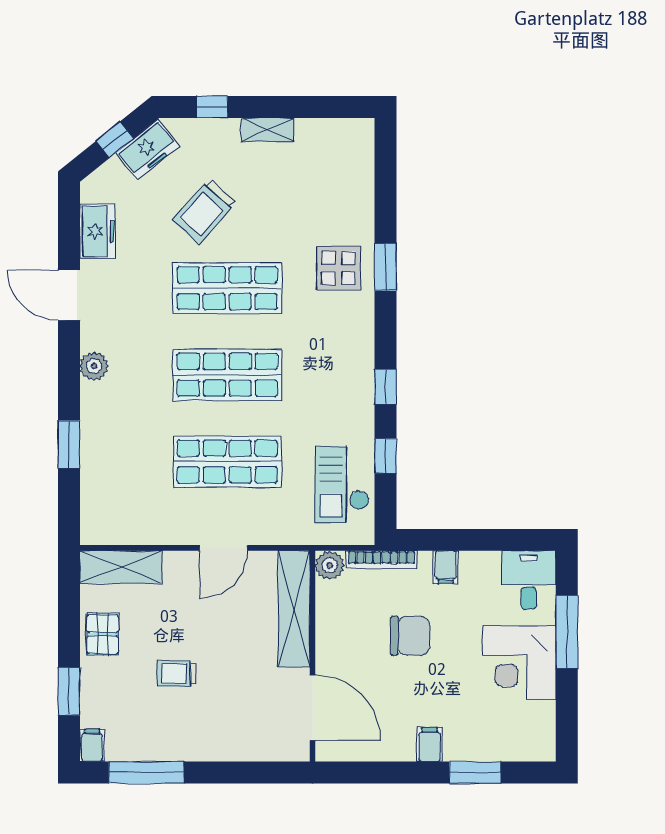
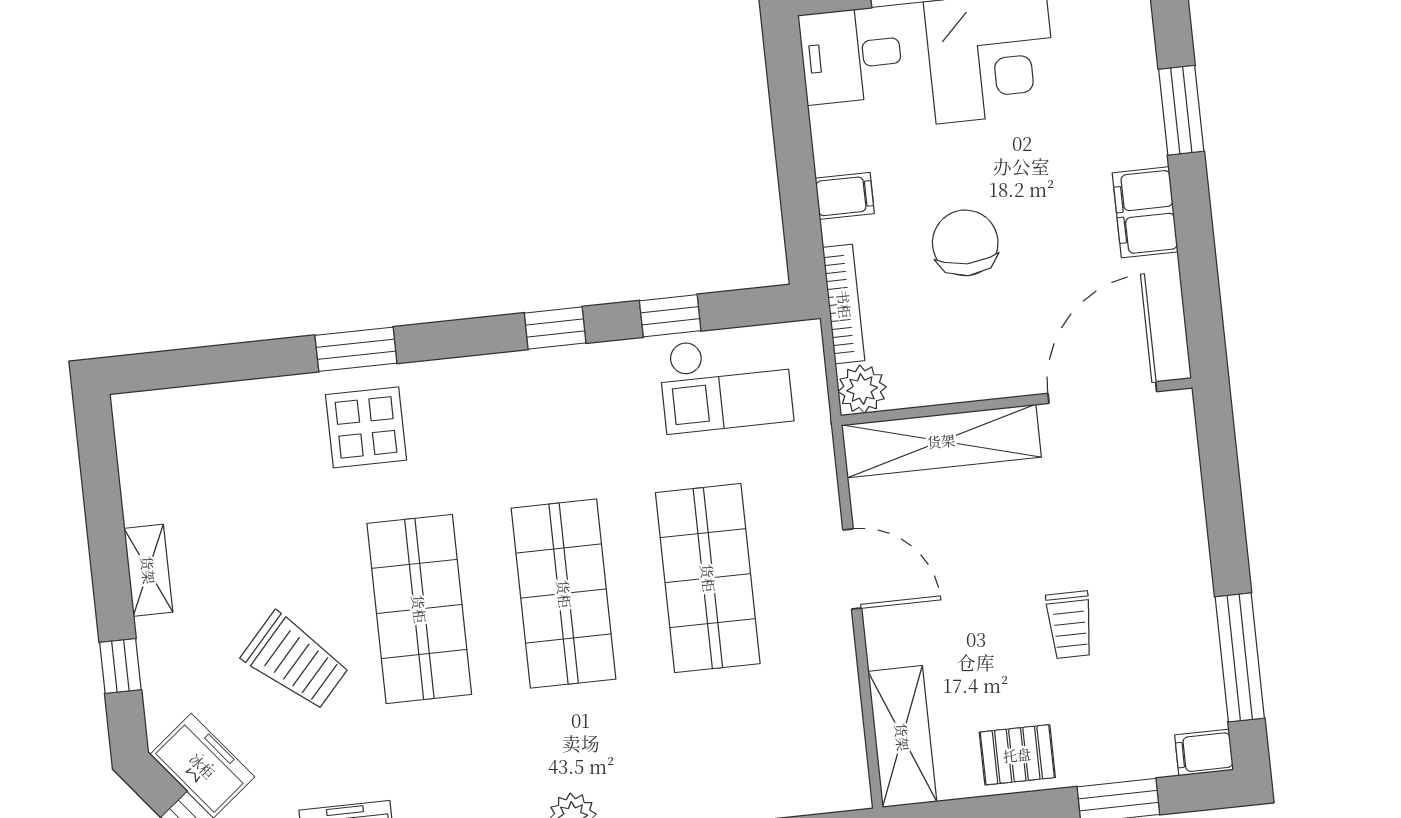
filing cabinet: (430, 745) -> (1145, 212), width x2.00

